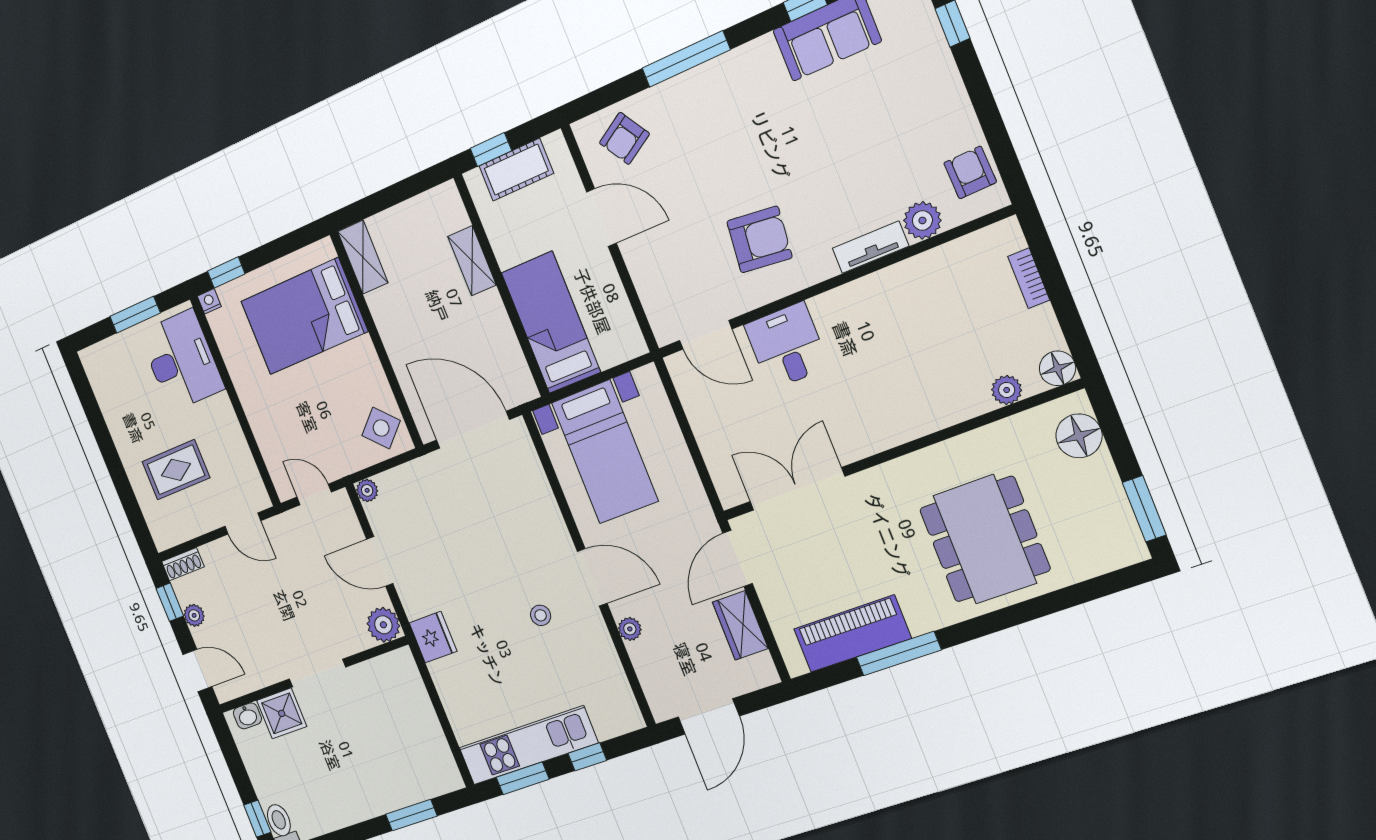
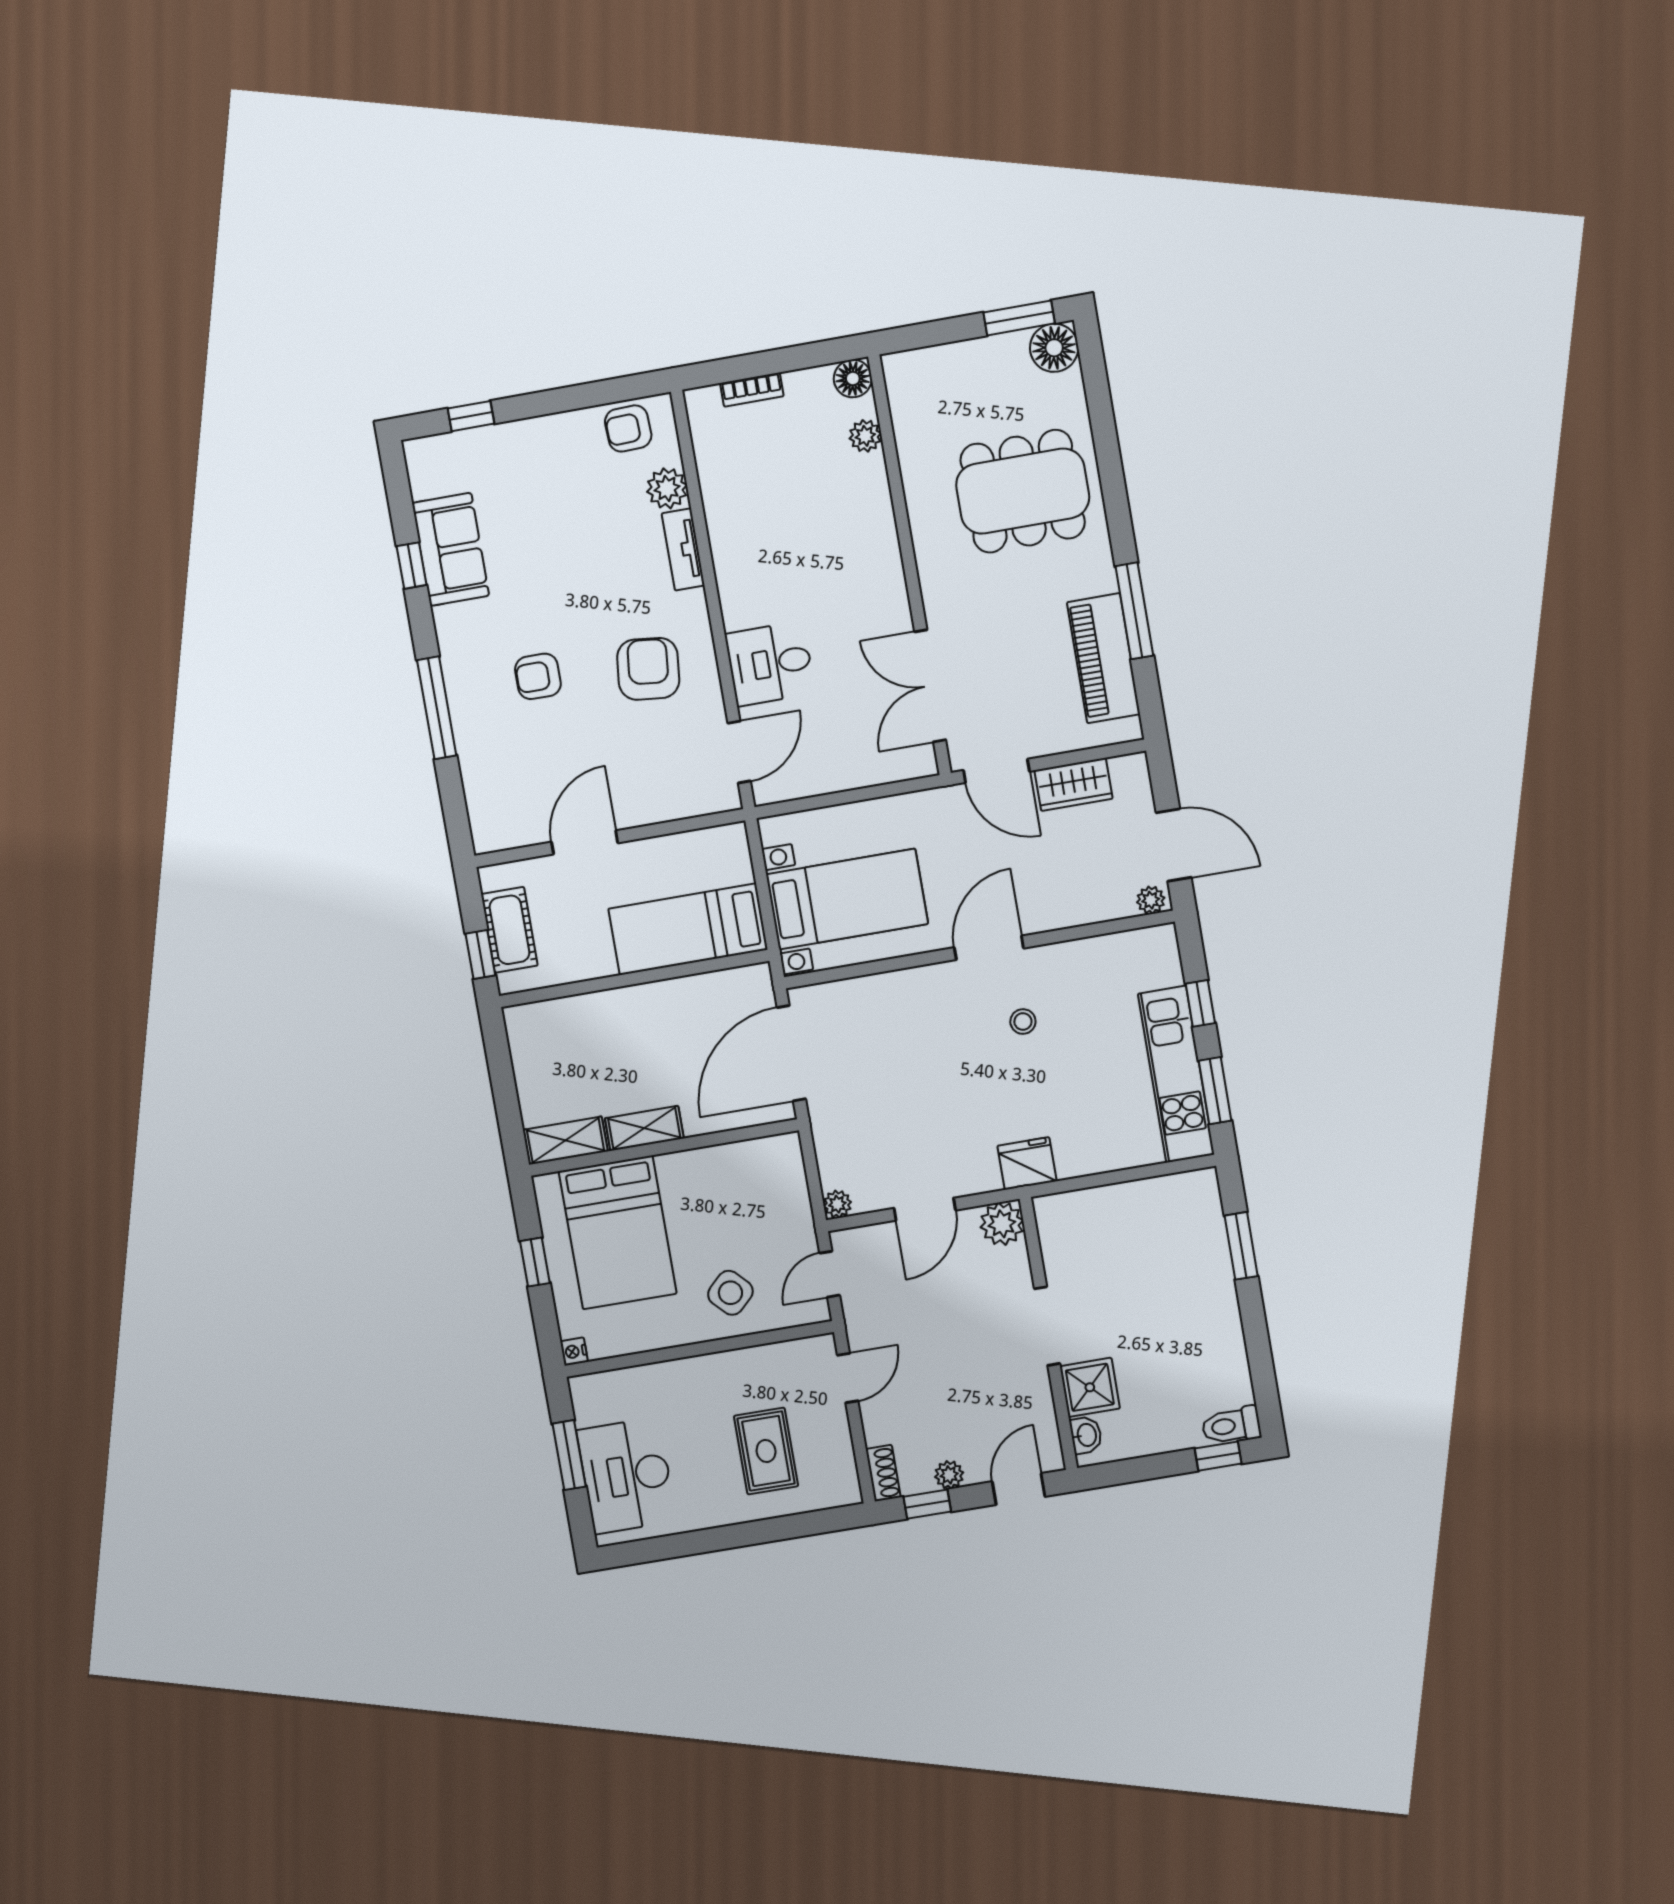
armchair: (624, 138) -> (538, 676), moved, turned 122
shelving: (472, 261) -> (644, 1128), moved
window: (226, 272) -> (535, 1262), moved
desk: (182, 361) -> (627, 1476), moved, turned -90
side table: (381, 428) -> (730, 1293), moved
floor lamp: (1079, 436) -> (1054, 348), moved
plant: (630, 629) -> (1151, 900), moved

